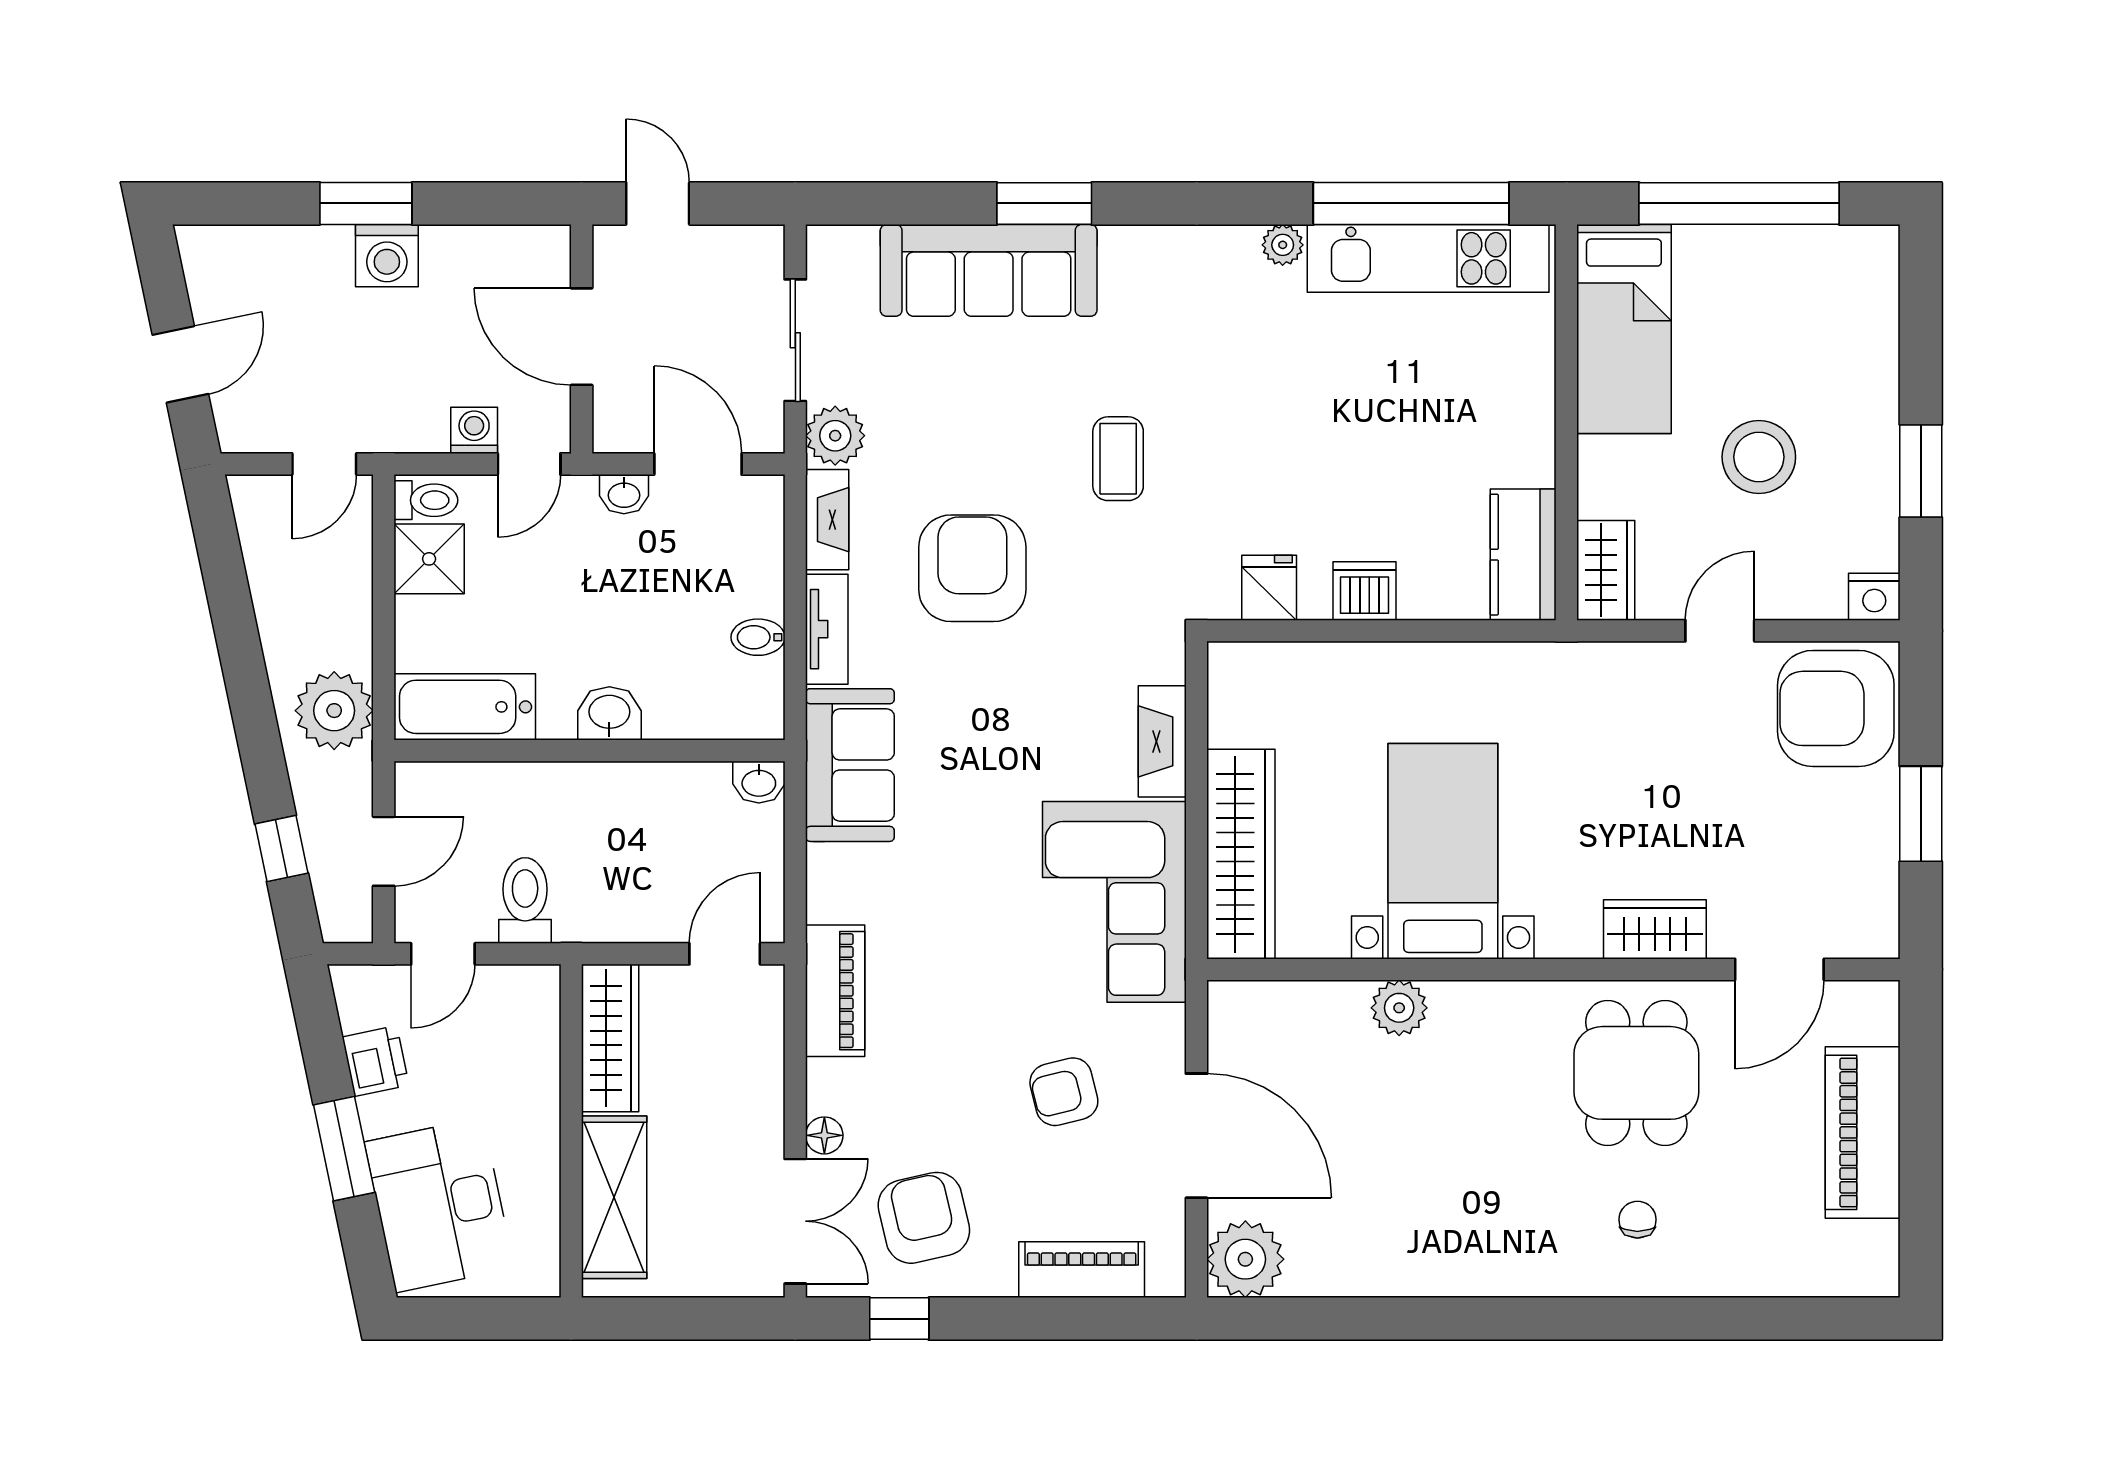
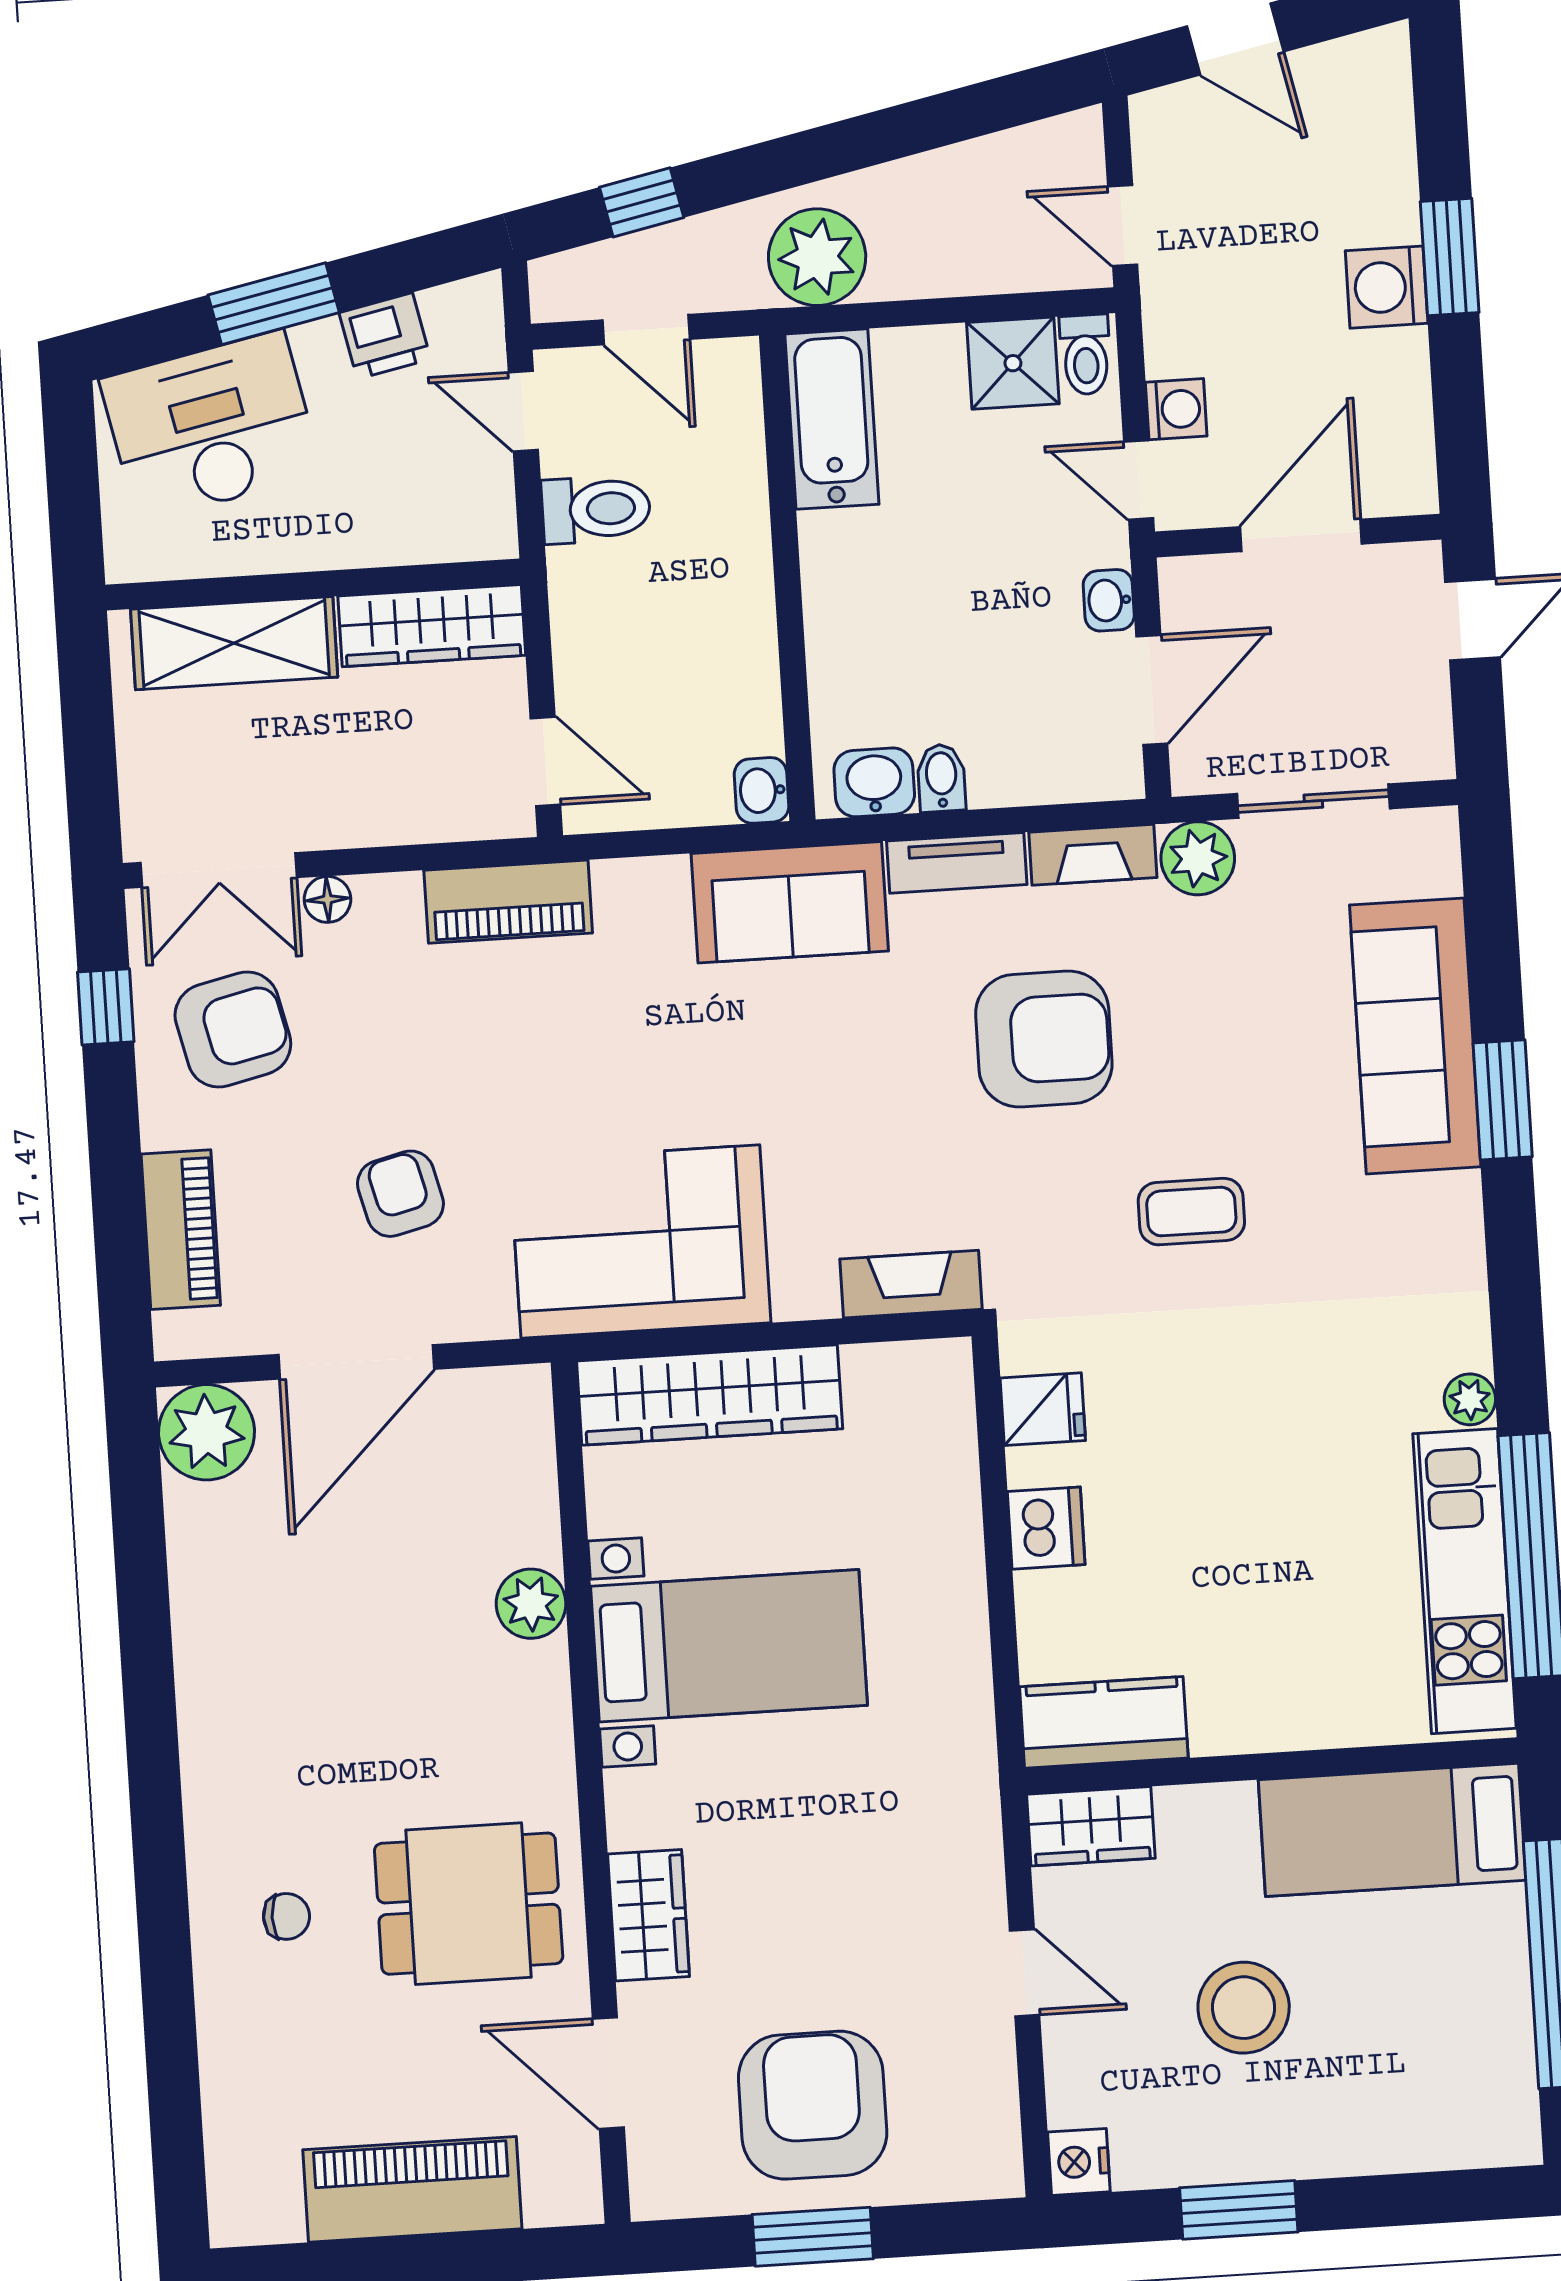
armchair: (1836, 708) -> (813, 2105), moved
washbasin: (609, 713) -> (874, 782), moved, turned -90
fireplace: (1162, 741) -> (911, 1284), moved

